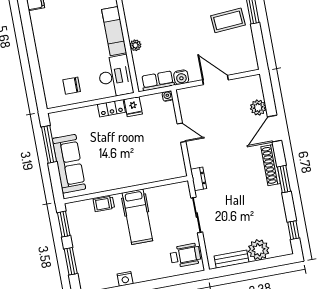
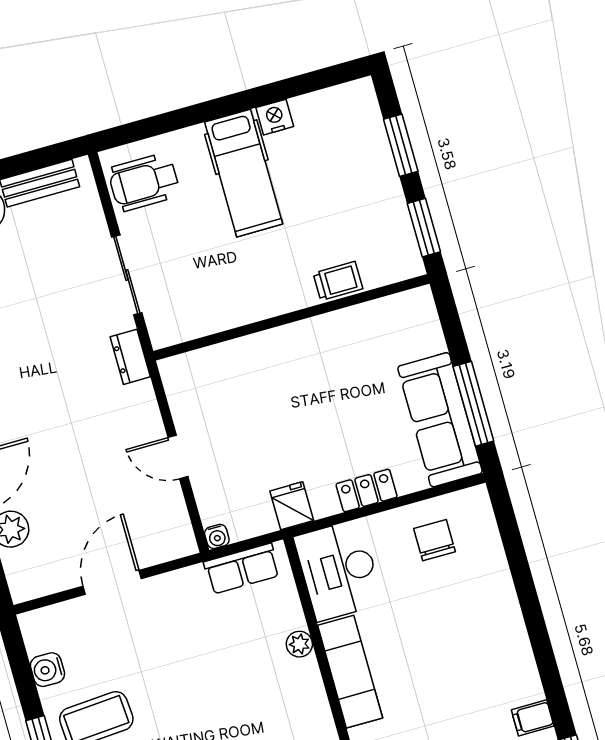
water cooler: (181, 77) -> (47, 670), moved, turned -90
door: (215, 80) -> (112, 582), swing flipped
chair: (72, 86) -> (434, 540), turned -90
locker: (111, 108) -> (367, 490), moved
sofa: (69, 164) -> (440, 420), moved
hospital bed: (137, 217) -> (244, 173), moved, turned 180

